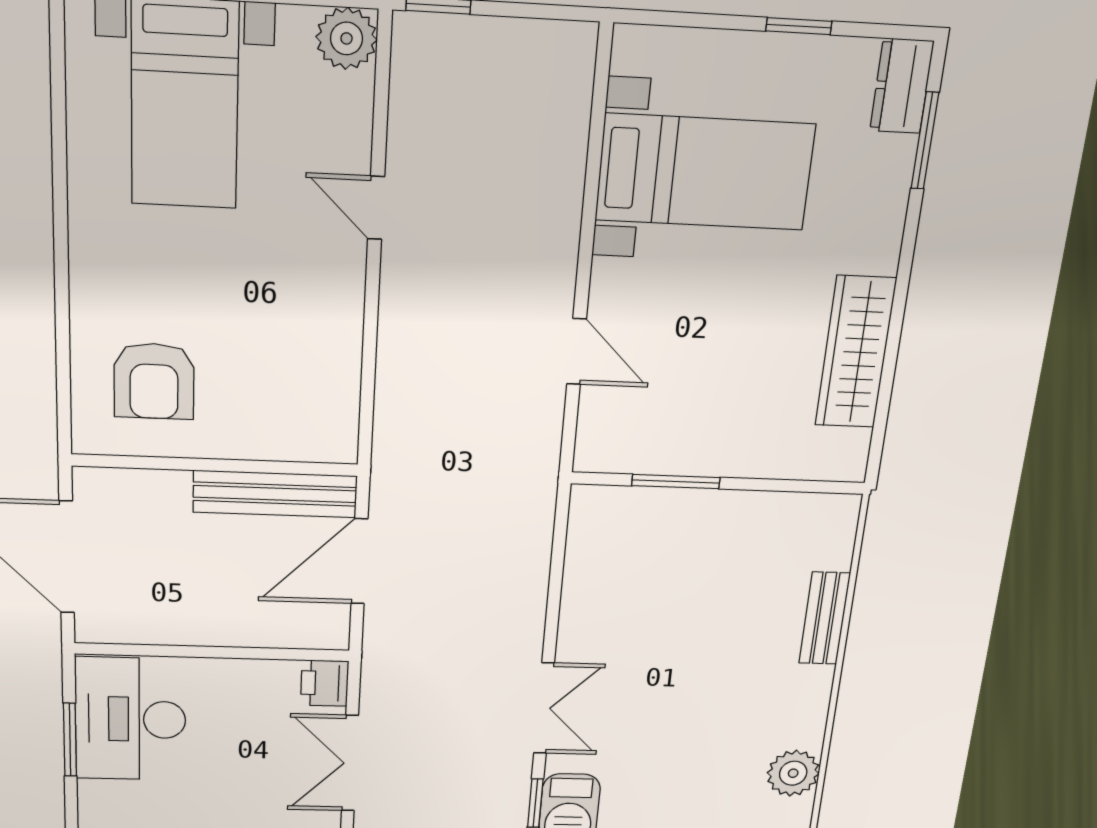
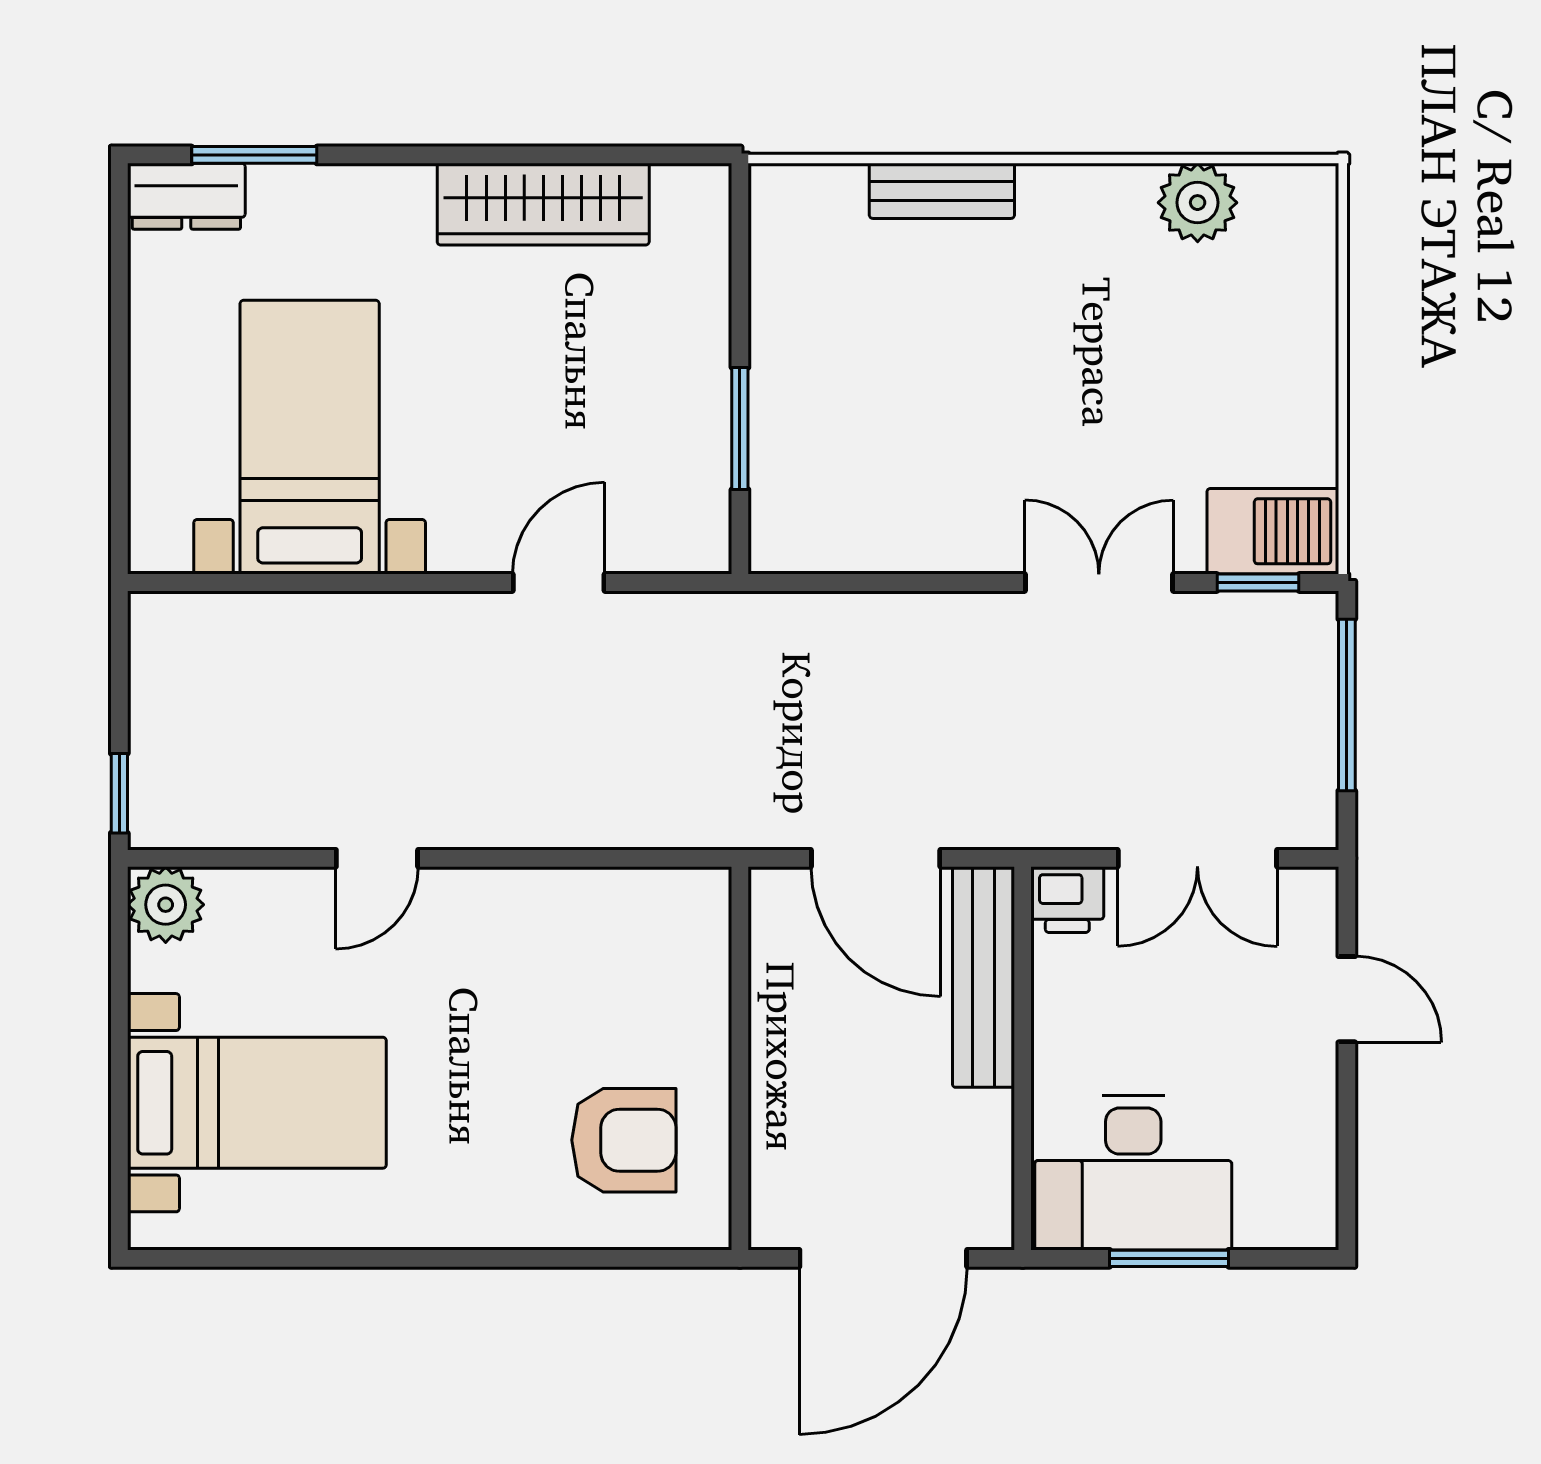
window: (799, 26) -> (119, 339), removed
bench: (275, 494) -> (983, 977), moved

